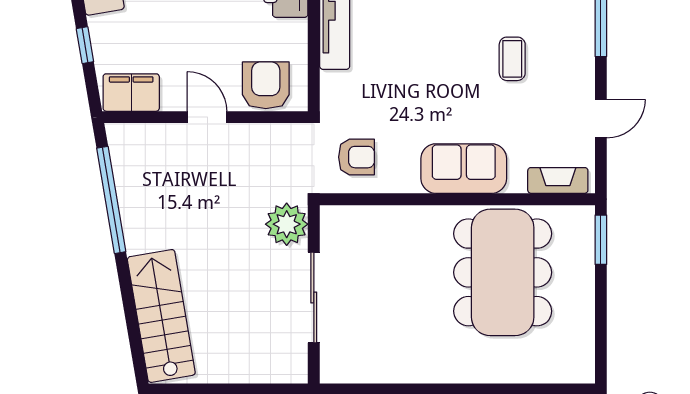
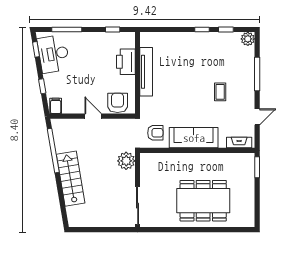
filing cabinet: (131, 93) -> (56, 106), width x0.50
sofa: (464, 169) -> (194, 138), width x1.36
dining table: (503, 272) -> (203, 201), moved, turned 90
sliding door: (314, 298) -> (138, 206), moved
stairs: (161, 316) -> (71, 179), moved

